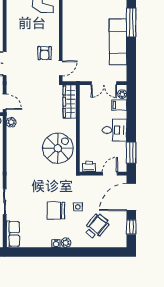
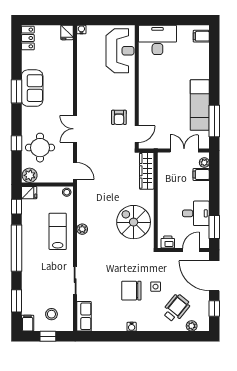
window: (131, 22) -> (214, 121), moved
double door: (104, 83) -> (184, 150), swing flipped
plant: (11, 122) -> (82, 229), moved
desk: (114, 130) -> (196, 213), moved
spiral stairs: (58, 148) -> (134, 222), turned -90
door: (131, 197) -> (214, 276), hinge flipped
plant: (66, 243) -> (192, 326), moved

